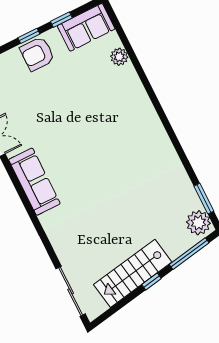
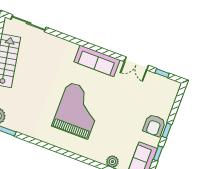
armchair: (37, 54) -> (154, 125), turned 180
grand piano: (105, 147) -> (78, 110), added

